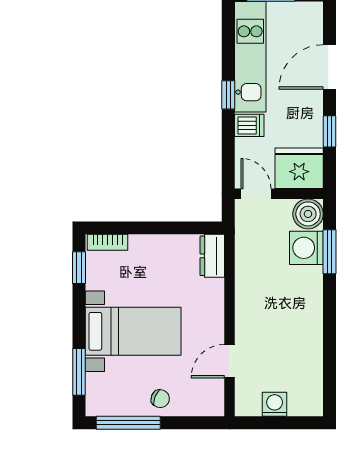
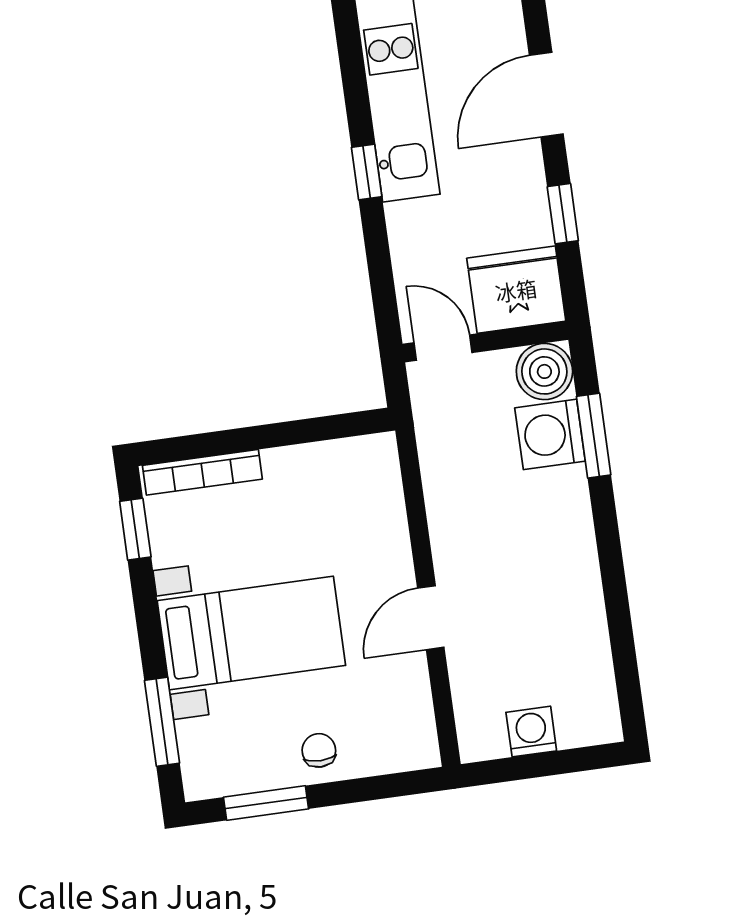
dishwasher: (249, 125) -> (413, 223), removed
bookcase: (108, 242) -> (202, 472), width x1.56
dresser: (212, 256) -> (378, 473), removed
door: (230, 361) -> (431, 618), moved
chair: (160, 399) -> (319, 750), turned -112
window: (128, 423) -> (266, 803), width x0.69

